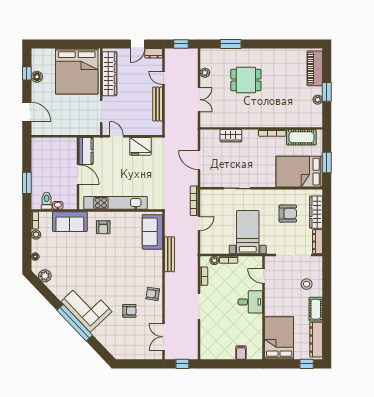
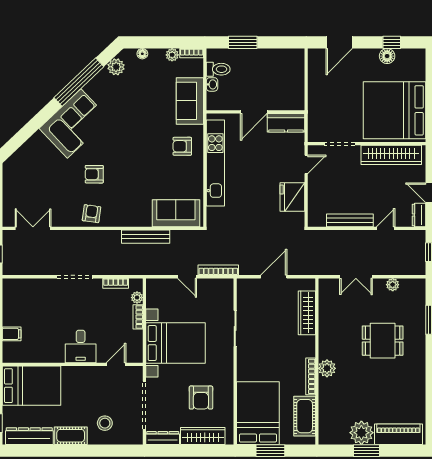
dining table: (246, 80) -> (383, 341), turned 90
plant: (318, 100) -> (361, 433), width x1.88, depth x1.88
plant: (266, 121) -> (327, 368), added
wardrobe: (231, 136) -> (307, 313), width x1.50
bed with nightstands: (248, 232) -> (176, 343), width x1.36
armchair: (129, 311) -> (94, 174), moved, turned 90
window: (75, 323) -> (79, 82), moved

